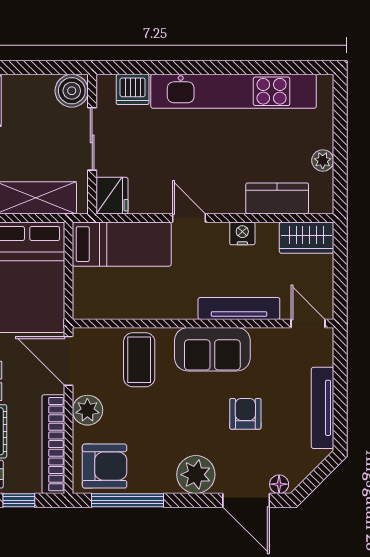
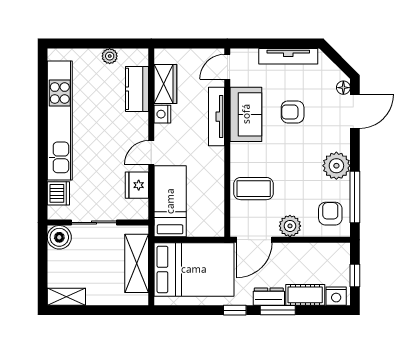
fridge: (112, 196) -> (137, 185), moved, turned -90
wardrobe: (306, 238) -> (165, 84), moved
sofa: (212, 349) -> (246, 114), moved
bookcase: (53, 444) -> (314, 251), removed
armchair: (105, 466) -> (330, 214), width x0.72, depth x0.72
plant: (196, 475) -> (336, 166), moved

